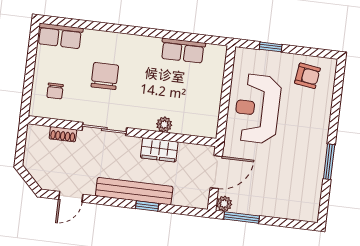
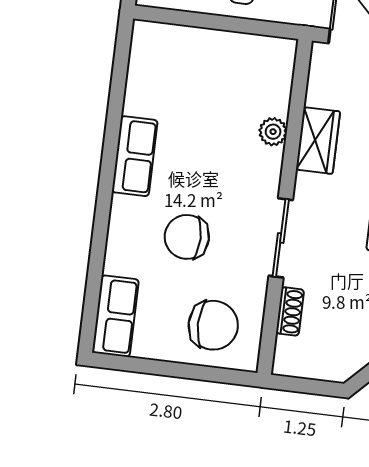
row of seats: (183, 51) -> (135, 156), moved
chair: (55, 91) -> (213, 325), width x1.87, depth x1.87

